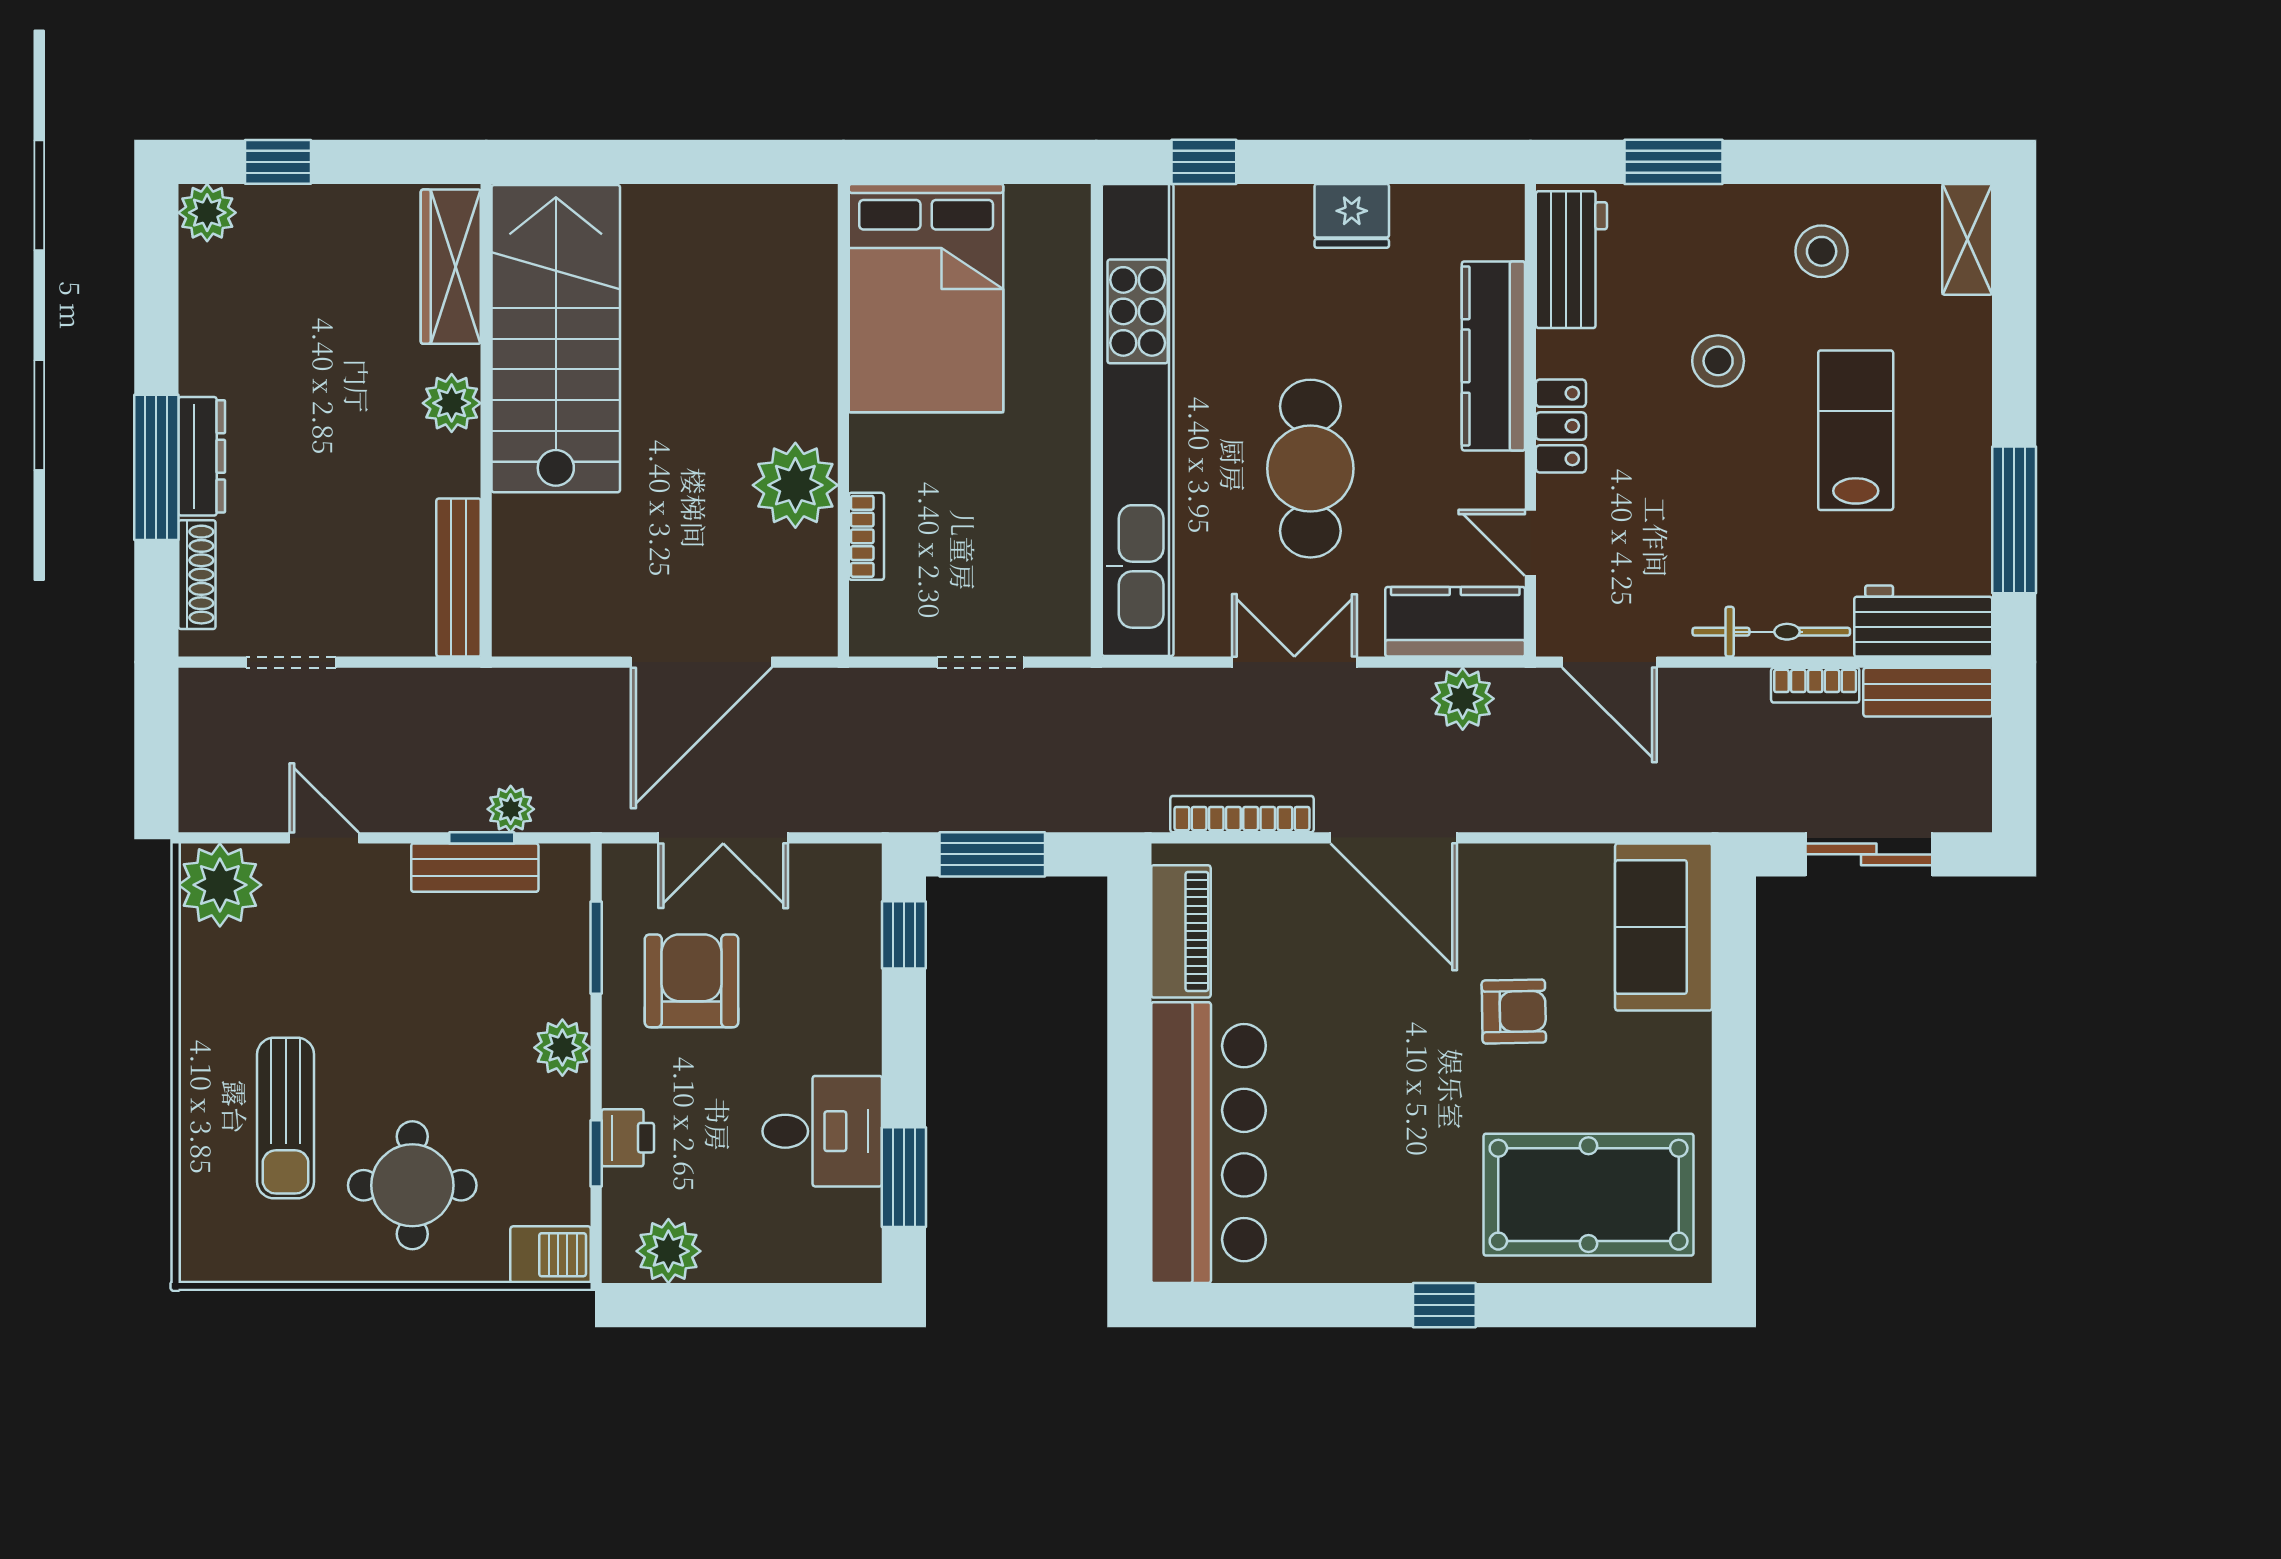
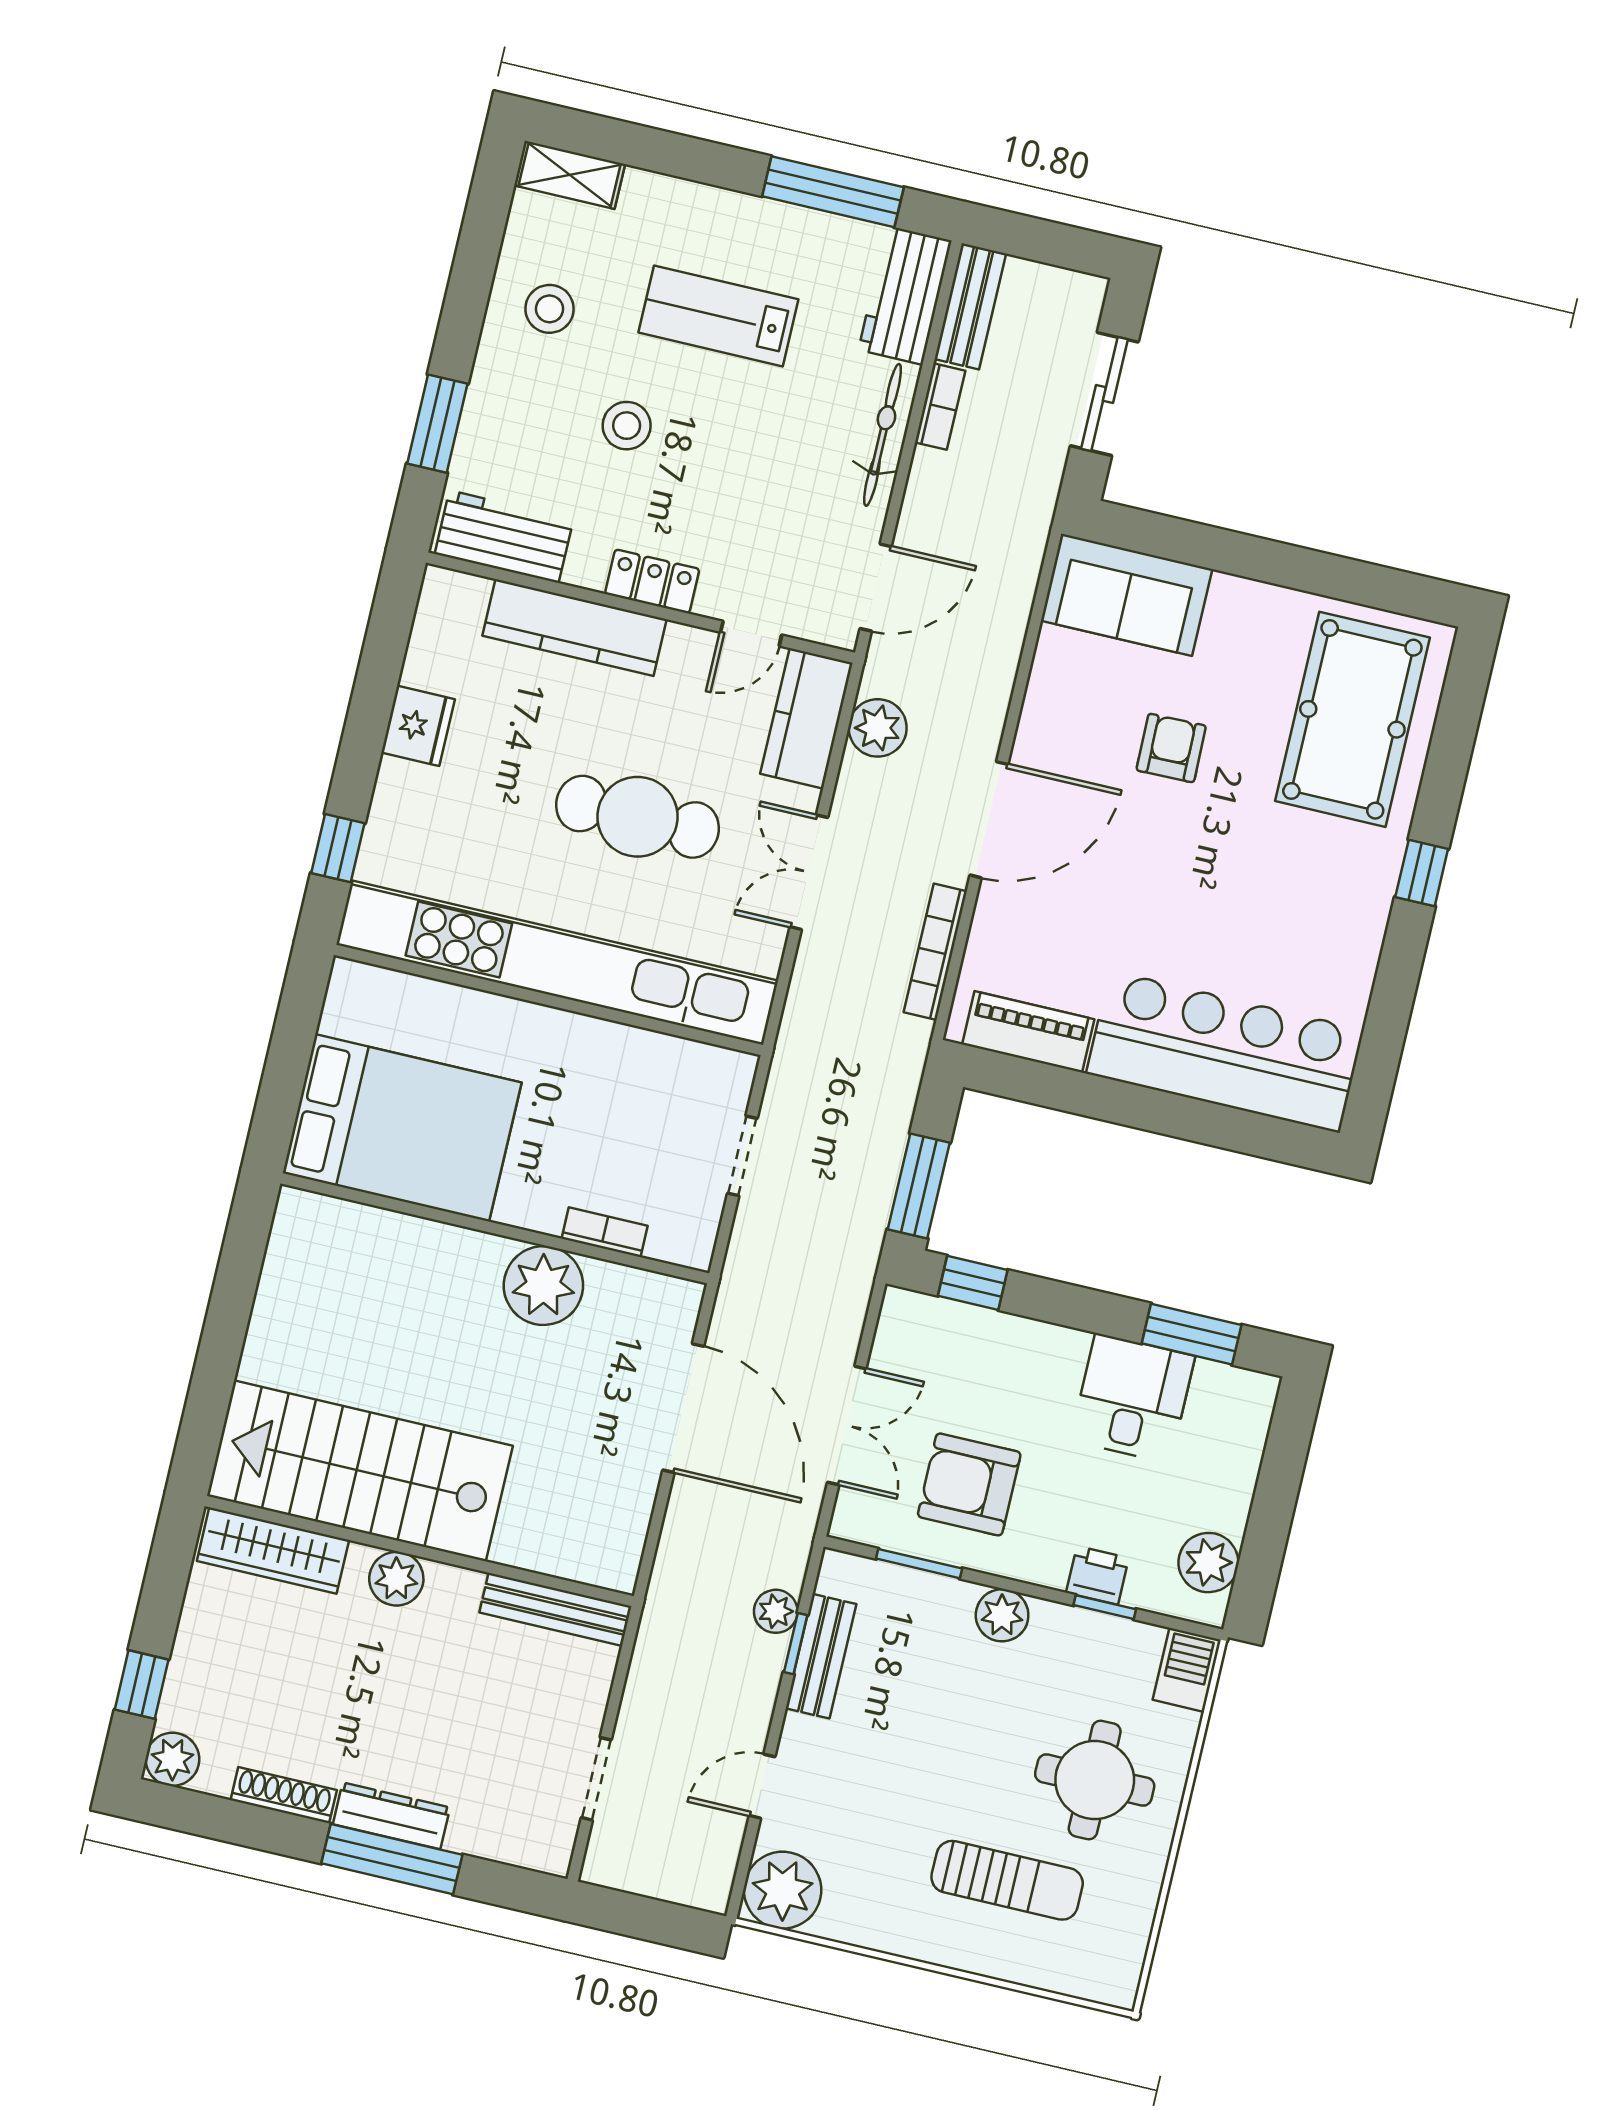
shoe rack: (197, 575) -> (284, 1795), moved

